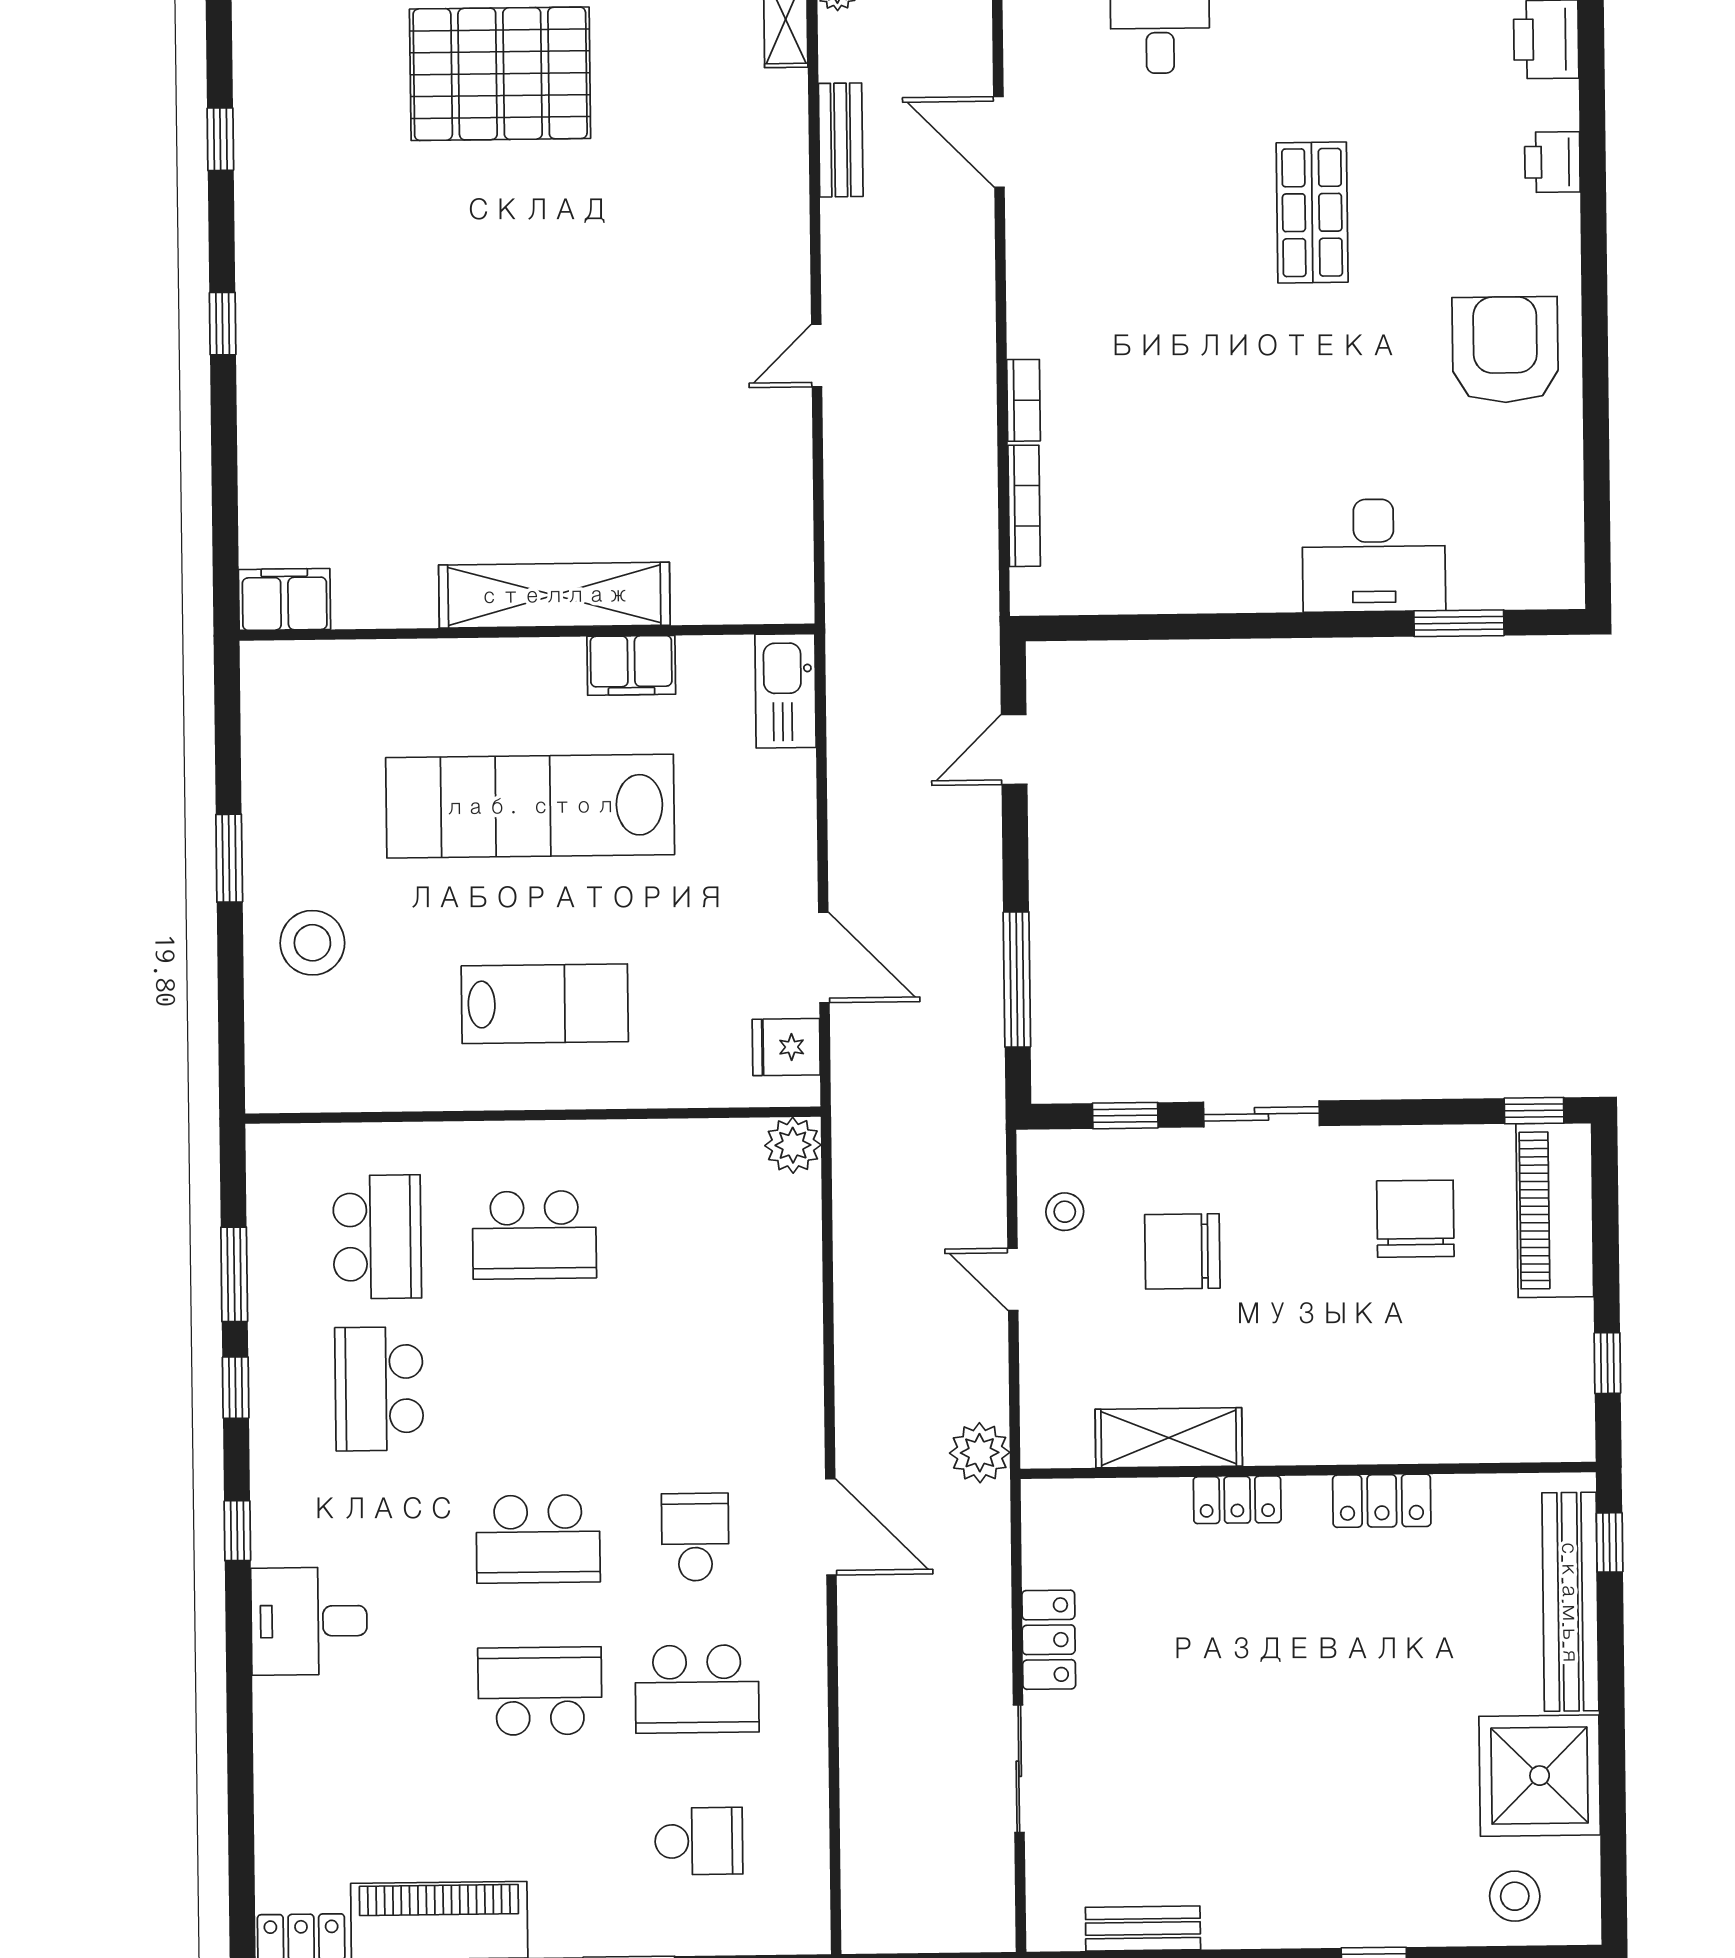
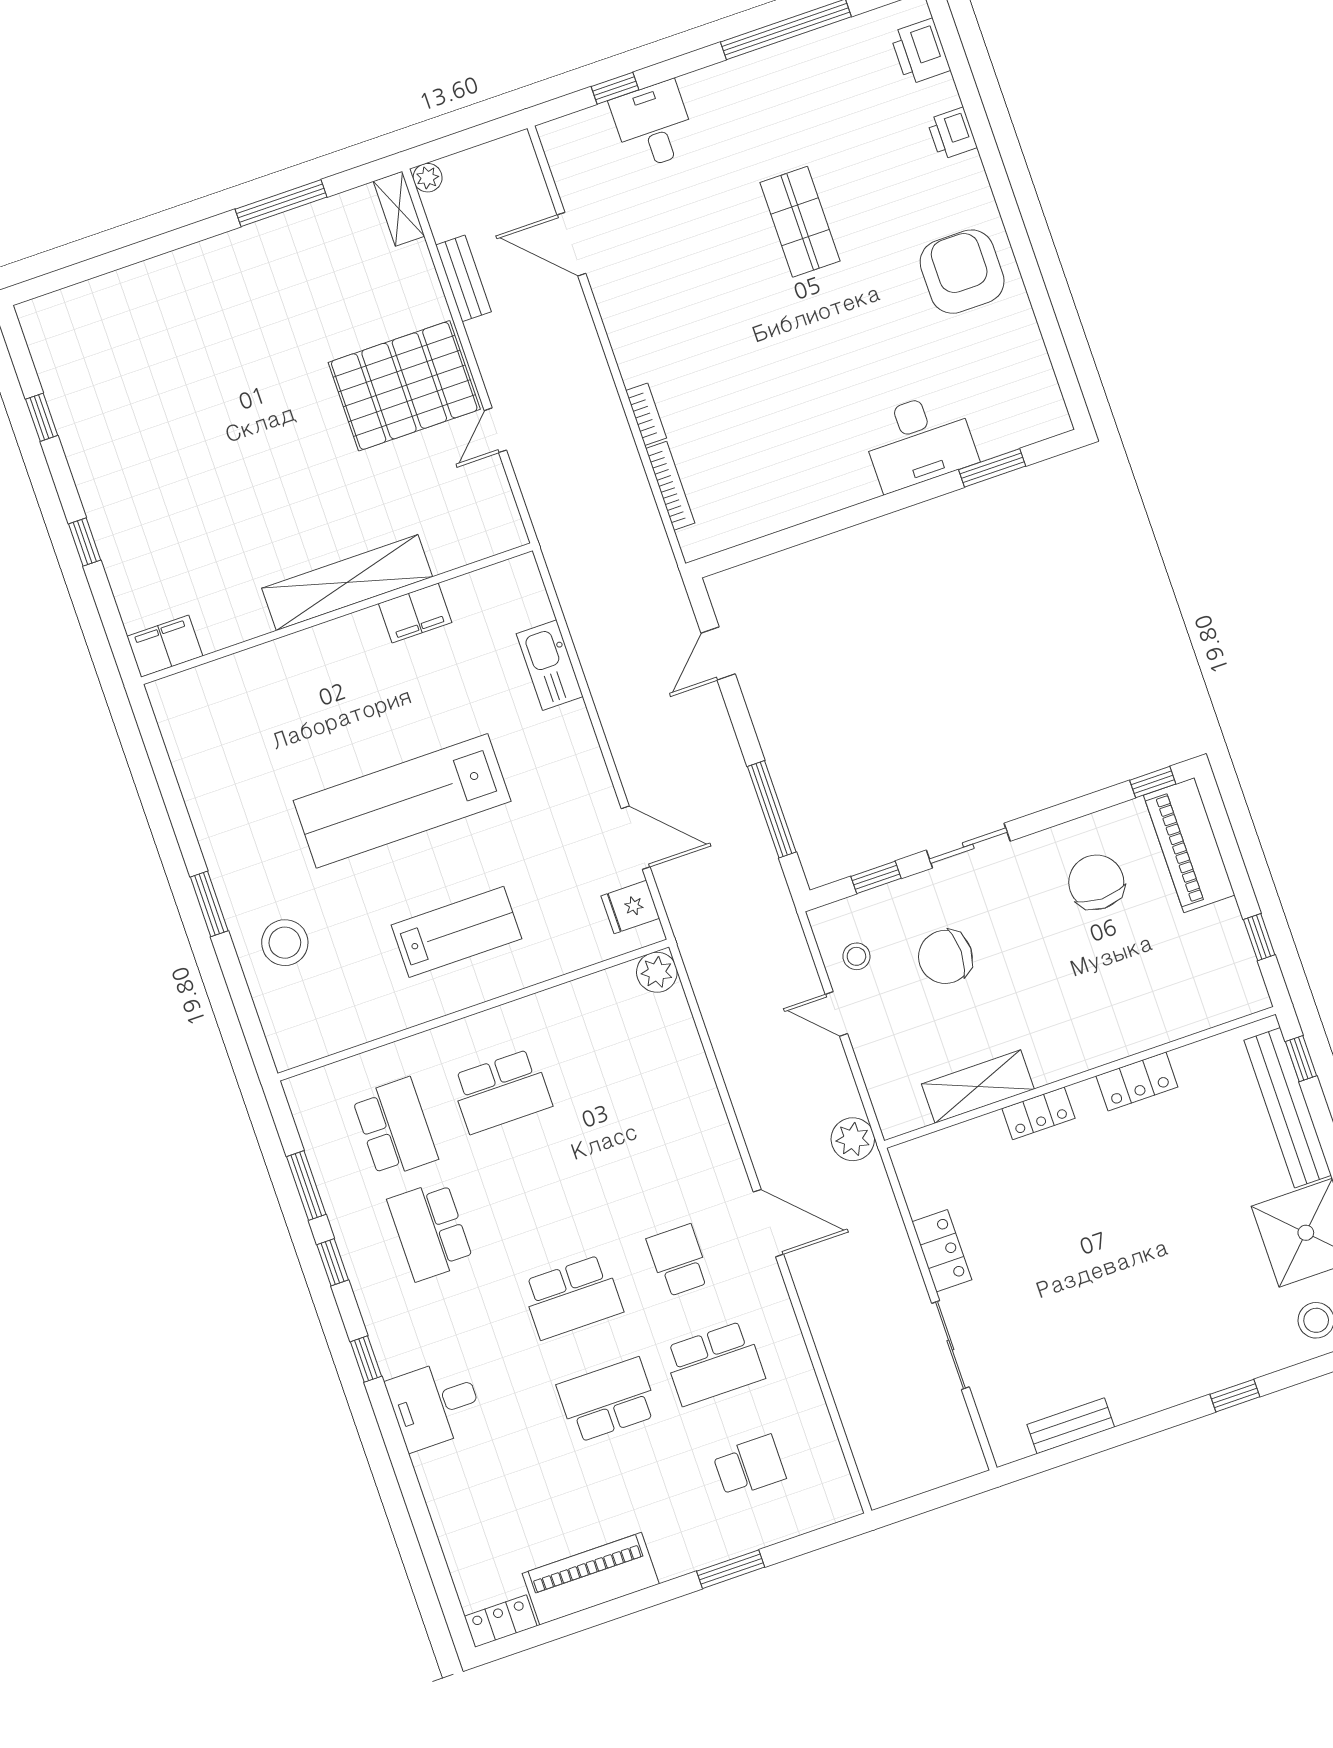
pallet: (500, 74) -> (404, 386), moved
shelving: (554, 595) -> (347, 583), moved
filing cabinet: (285, 599) -> (165, 646), moved
wall: (527, 632) -> (337, 614), moved
filing cabinet: (631, 665) -> (415, 613), moved

